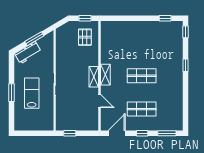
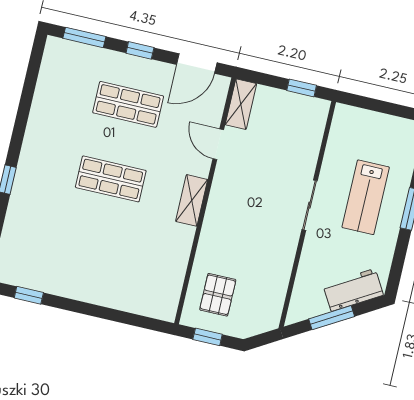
shelving: (94, 77) -> (241, 104), moved

